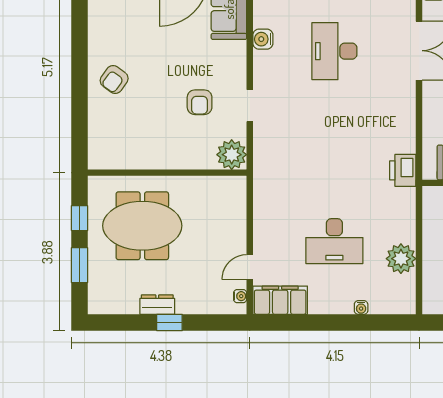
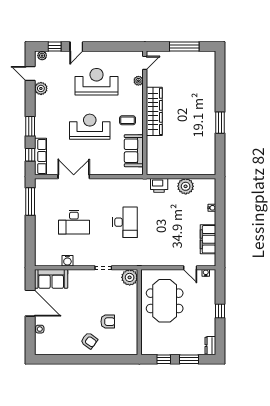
armchair: (200, 102) -> (108, 322), moved
printer: (403, 170) -> (159, 185), moved
meeting table: (142, 226) -> (165, 301), moved
desk: (334, 241) -> (125, 222), moved
filing cabinet: (280, 300) -> (208, 239), moved
dresser: (157, 305) -> (210, 346), moved

